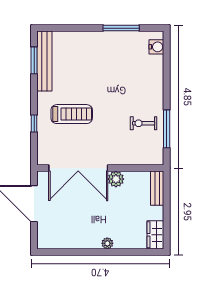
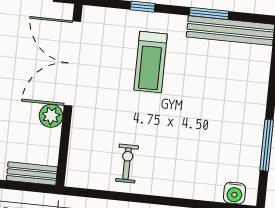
window: (34, 60) -> (209, 13), moved
window: (167, 129) -> (115, 196), removed

